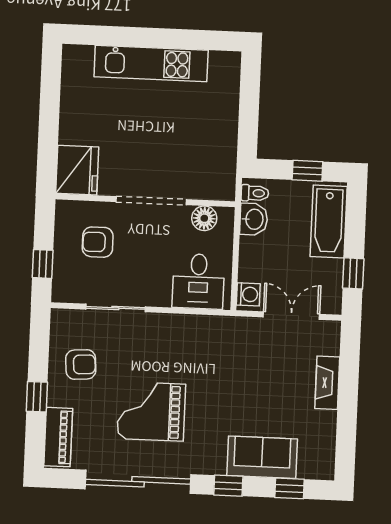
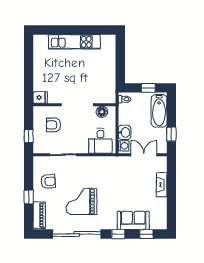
fridge: (77, 170) -> (40, 97), width x0.53, depth x0.75
washbasin: (254, 219) -> (125, 132), moved

